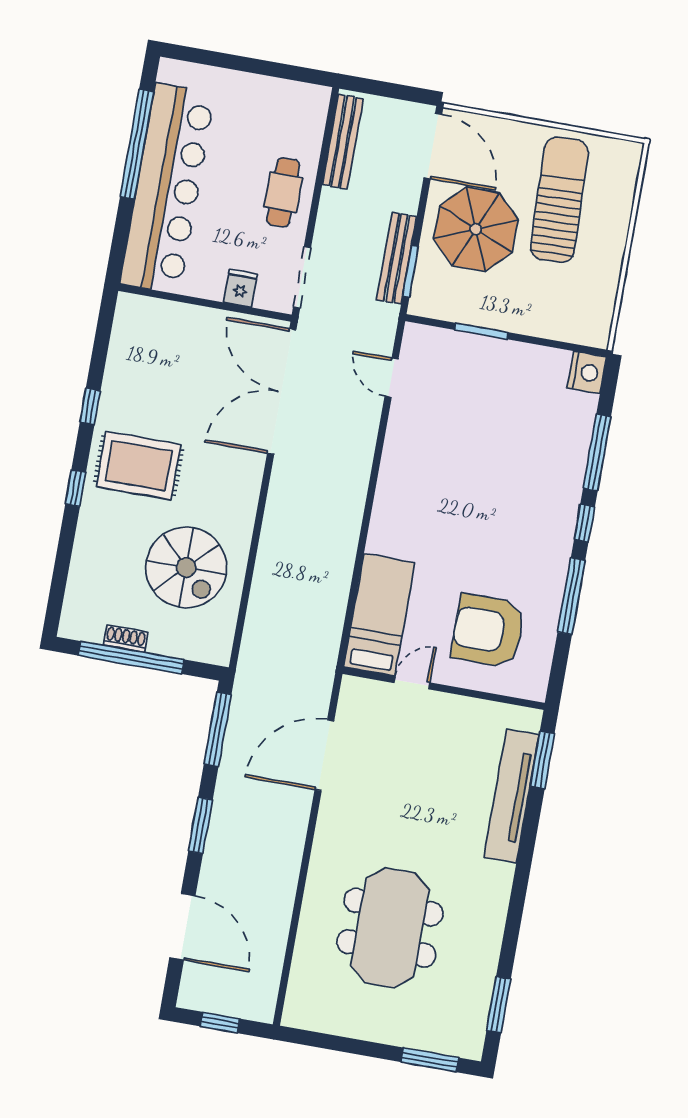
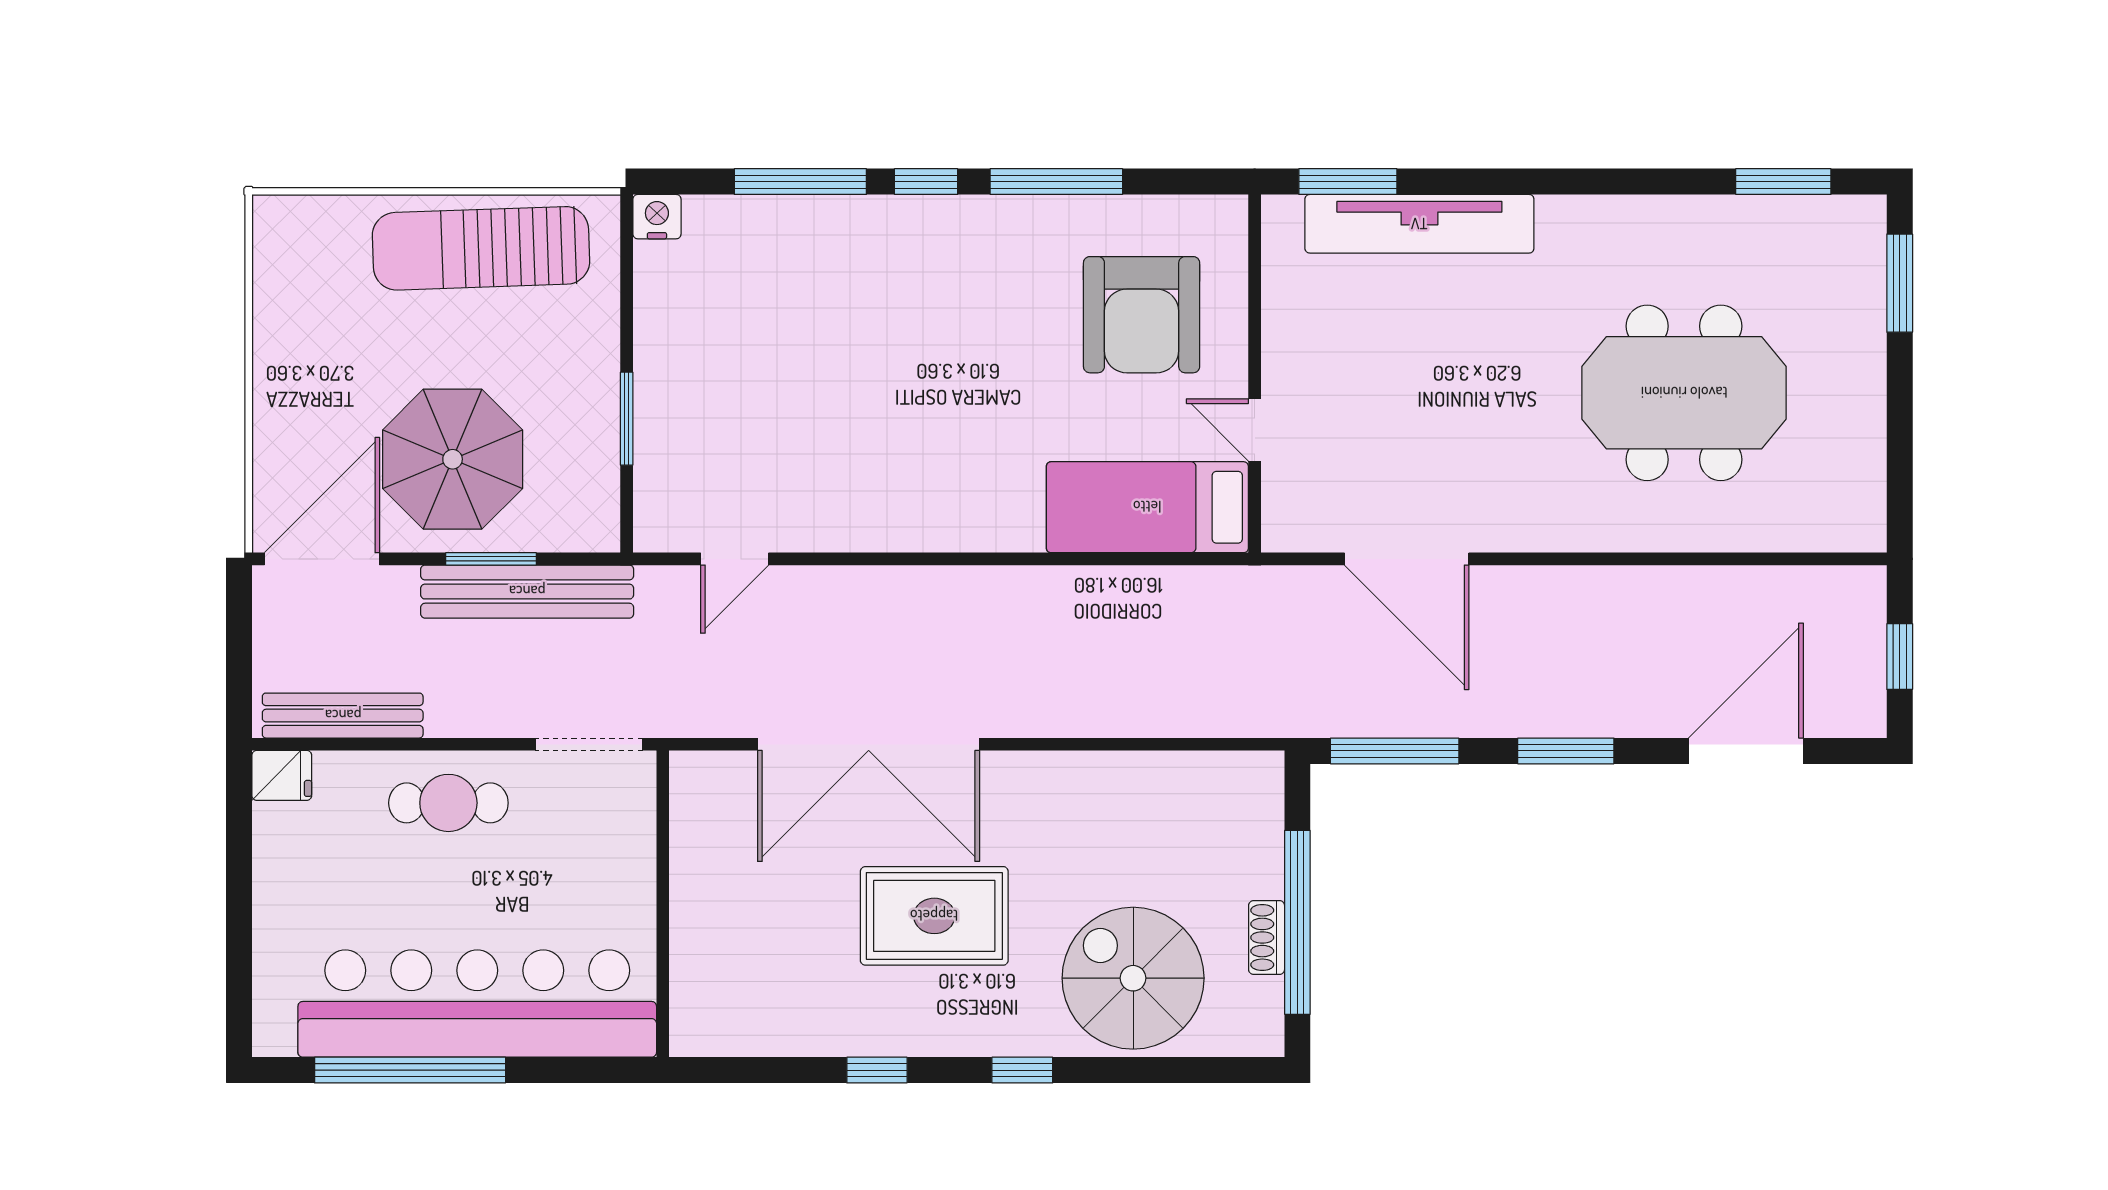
sun lounger: (559, 200) -> (481, 248), moved
bench: (397, 258) -> (527, 592), width x1.37, depth x1.21
window: (411, 271) -> (491, 559), moved
fridge: (241, 288) -> (282, 775), moved, turned 180
nightstand: (587, 372) -> (657, 217), width x0.74, depth x0.75
double door: (282, 391) -> (869, 744), moved
rug: (139, 466) -> (934, 916), moved, turned 90
spiral stairs: (186, 567) -> (1133, 978), moved, turned -90

